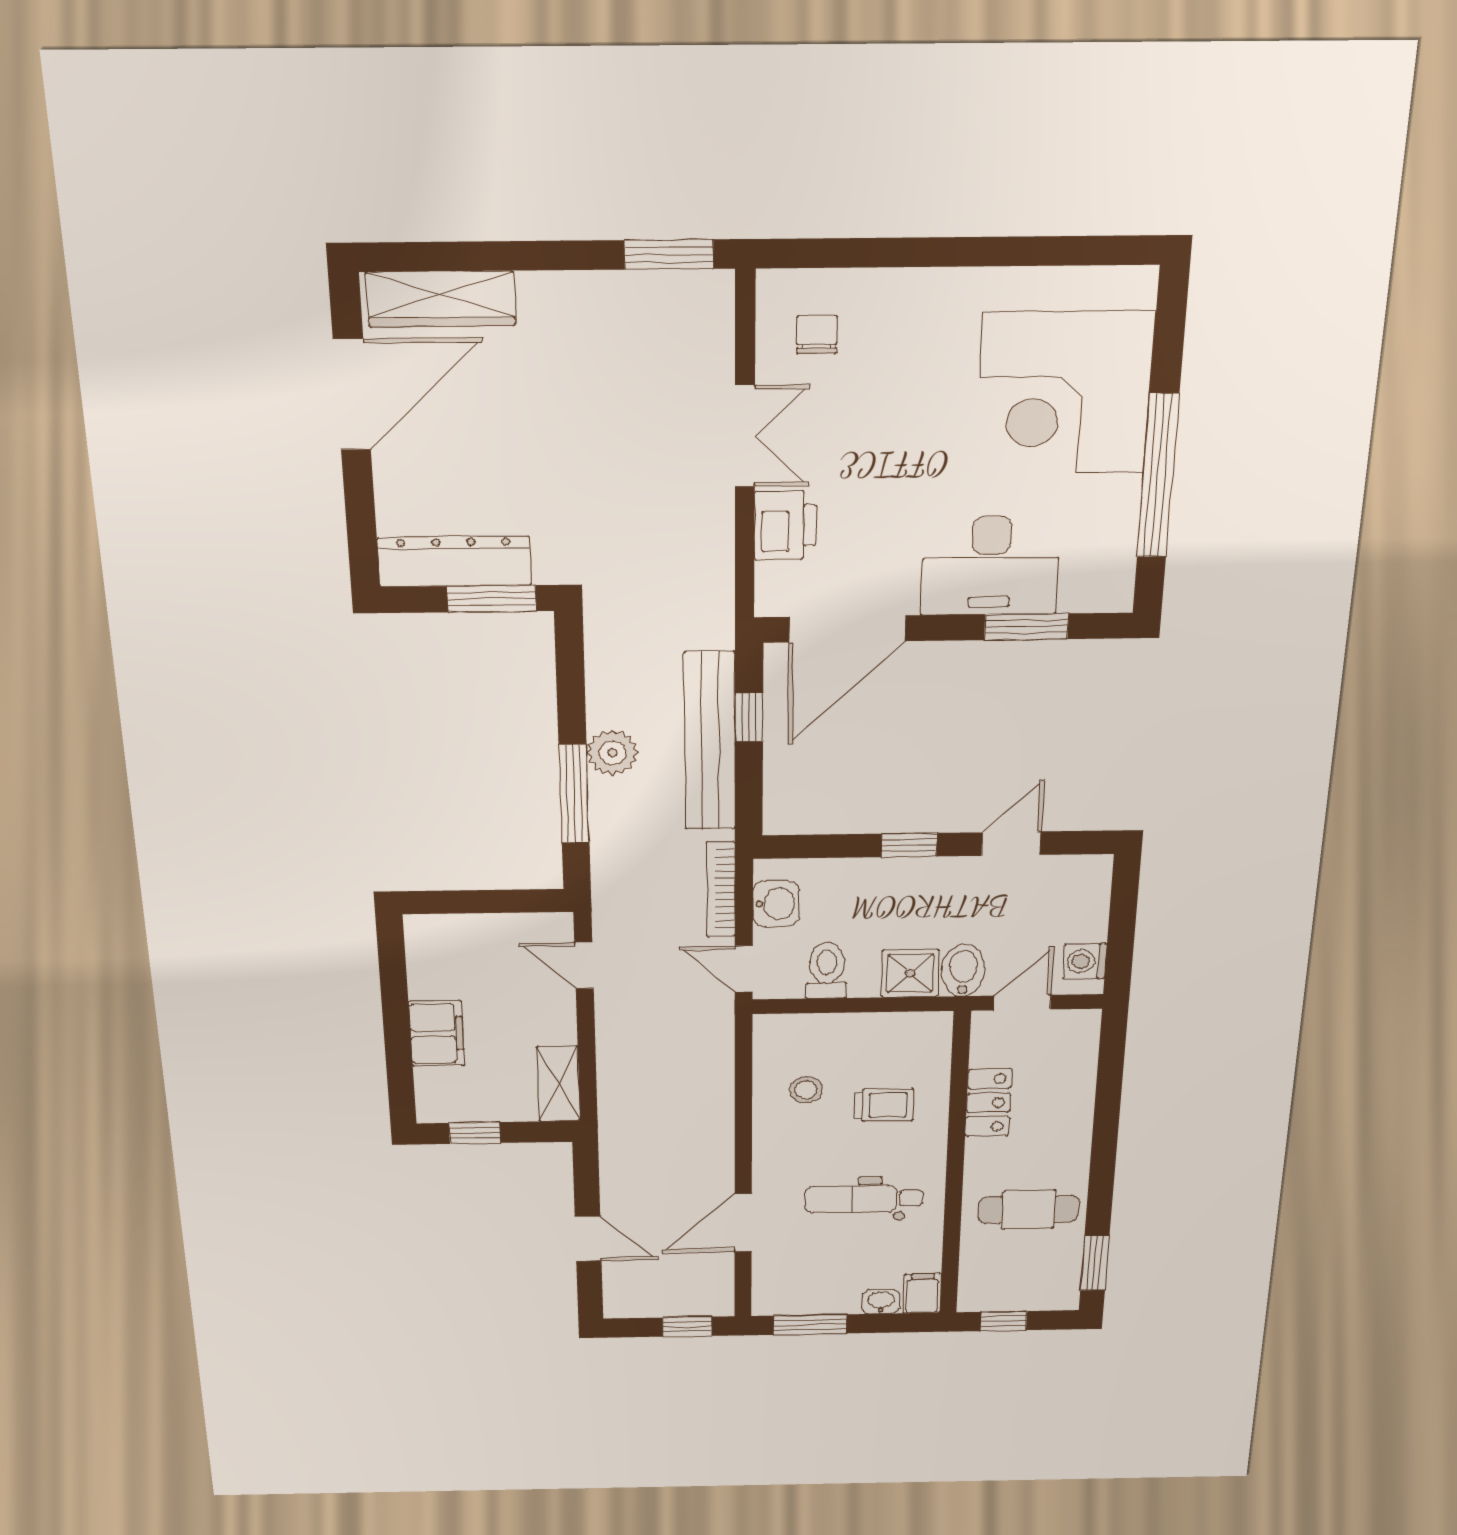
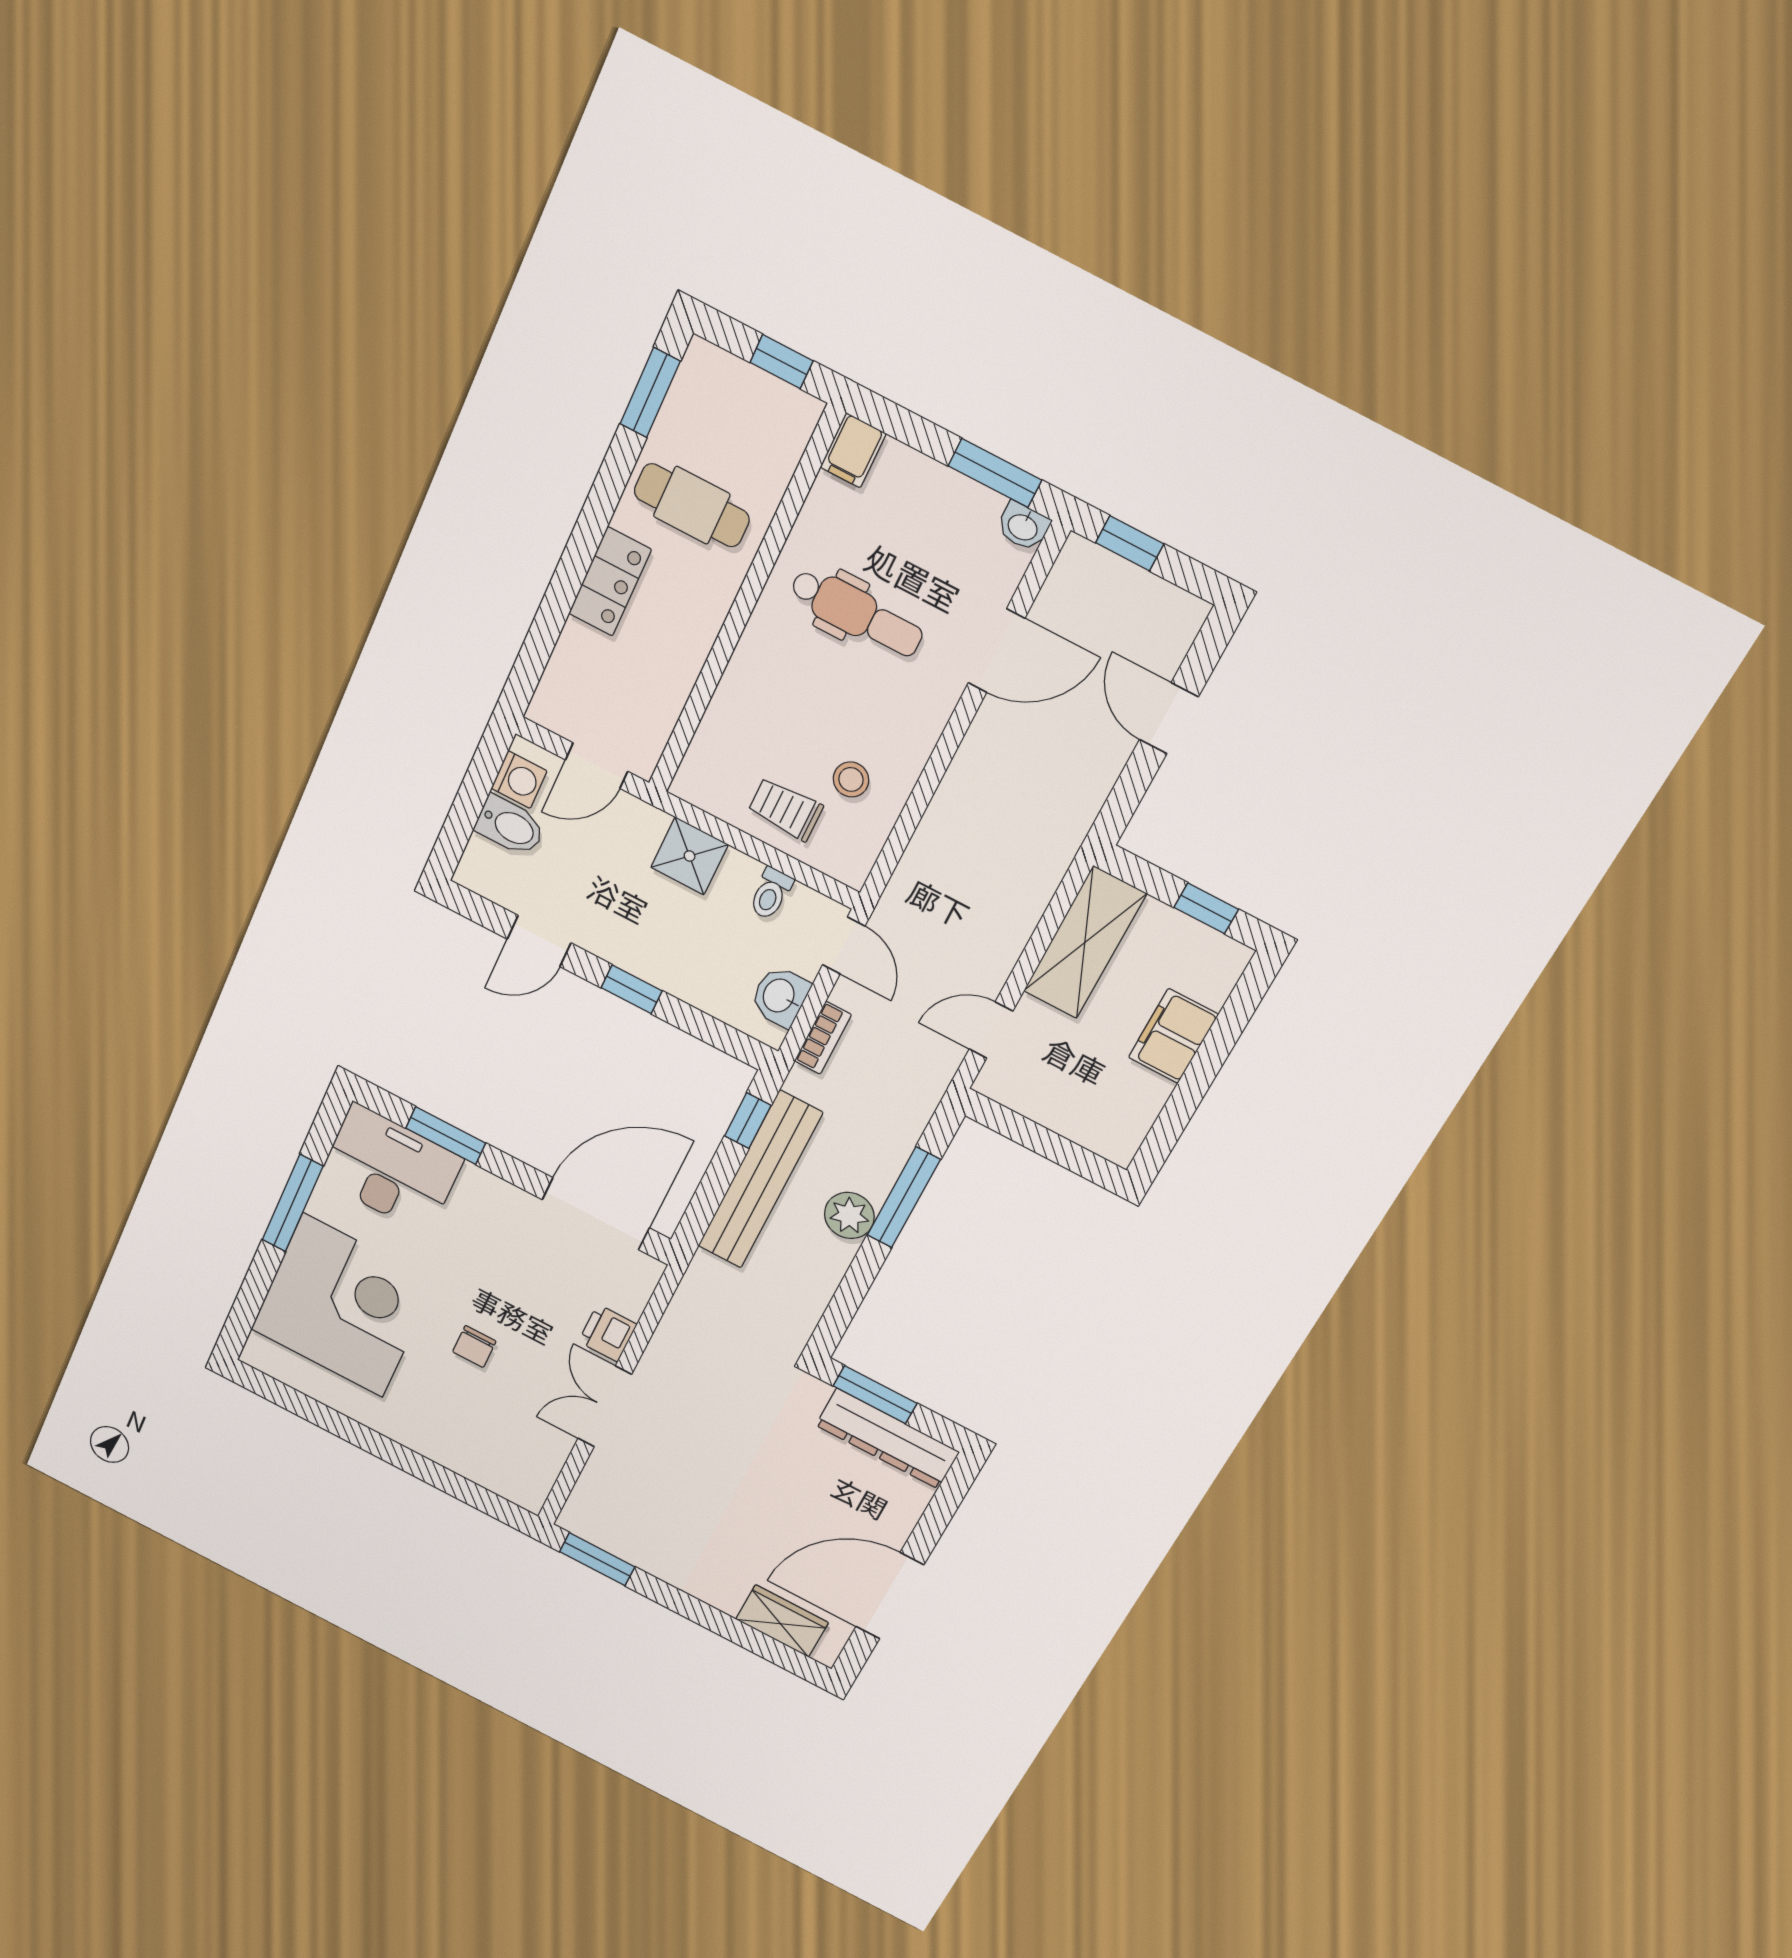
wardrobe: (441, 299) -> (782, 1621), width x0.67
chair: (817, 335) -> (474, 1347), moved
window: (1158, 476) -> (293, 1203), width x0.68
printer: (785, 525) -> (608, 1333), width x0.73, depth x0.81
desk: (990, 566) -> (391, 1169), moved
window: (749, 717) -> (748, 1121), moved
bookcase: (721, 889) -> (823, 1038), width x0.64
door: (584, 966) -> (991, 1030), swing flipped
toilet: (827, 970) -> (771, 894), width x0.73, depth x0.72
bidet: (963, 970) -> (510, 826), moved, turned -90
shelving: (558, 1084) -> (1085, 943), width x1.50, depth x1.33
locker: (989, 1103) -> (610, 582), moved, turned 180
trolley: (884, 1105) -> (786, 809), moved
washbasin: (881, 1302) -> (1023, 526), moved

